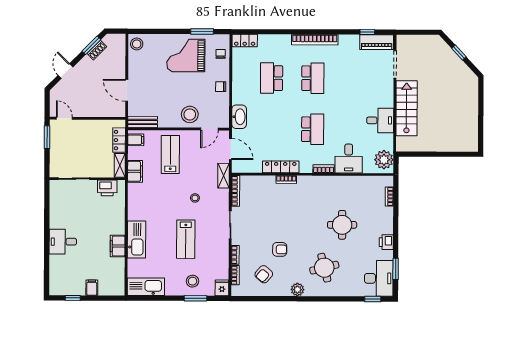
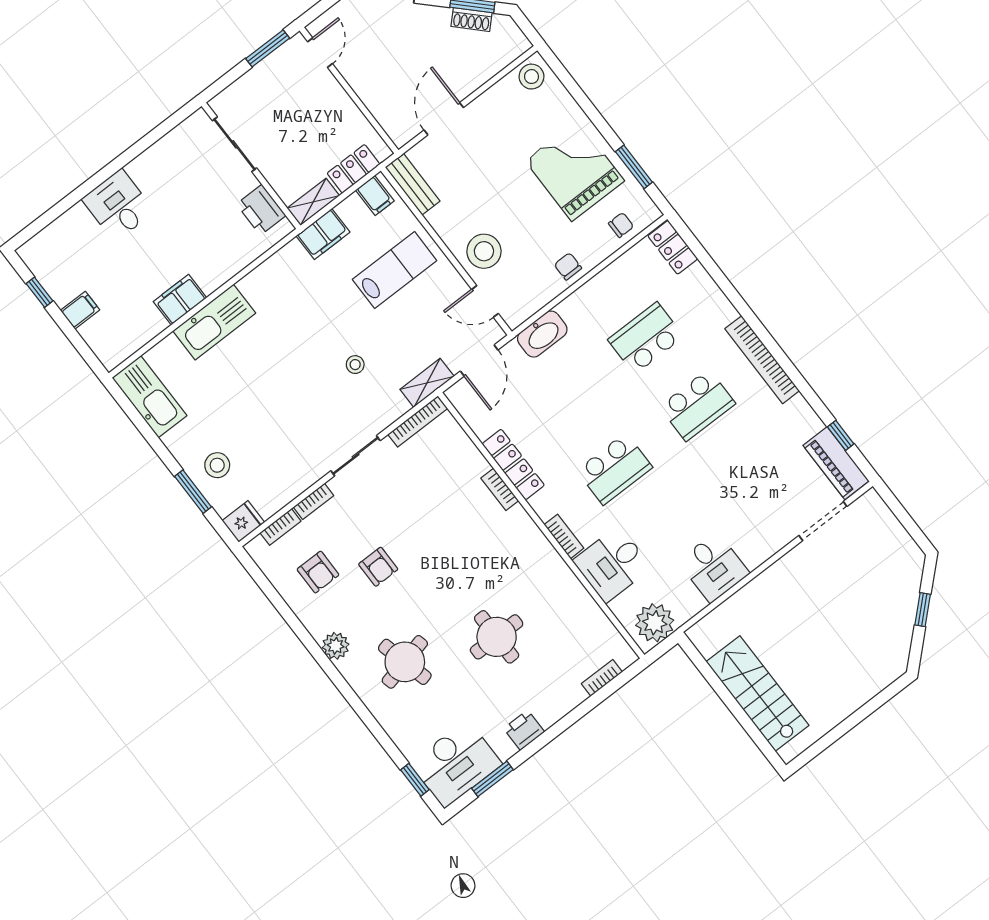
stairs: (407, 108) -> (758, 694), moved, turned -90
lab bench: (186, 239) -> (277, 402), removed
armchair: (264, 274) -> (318, 572), turned -131

